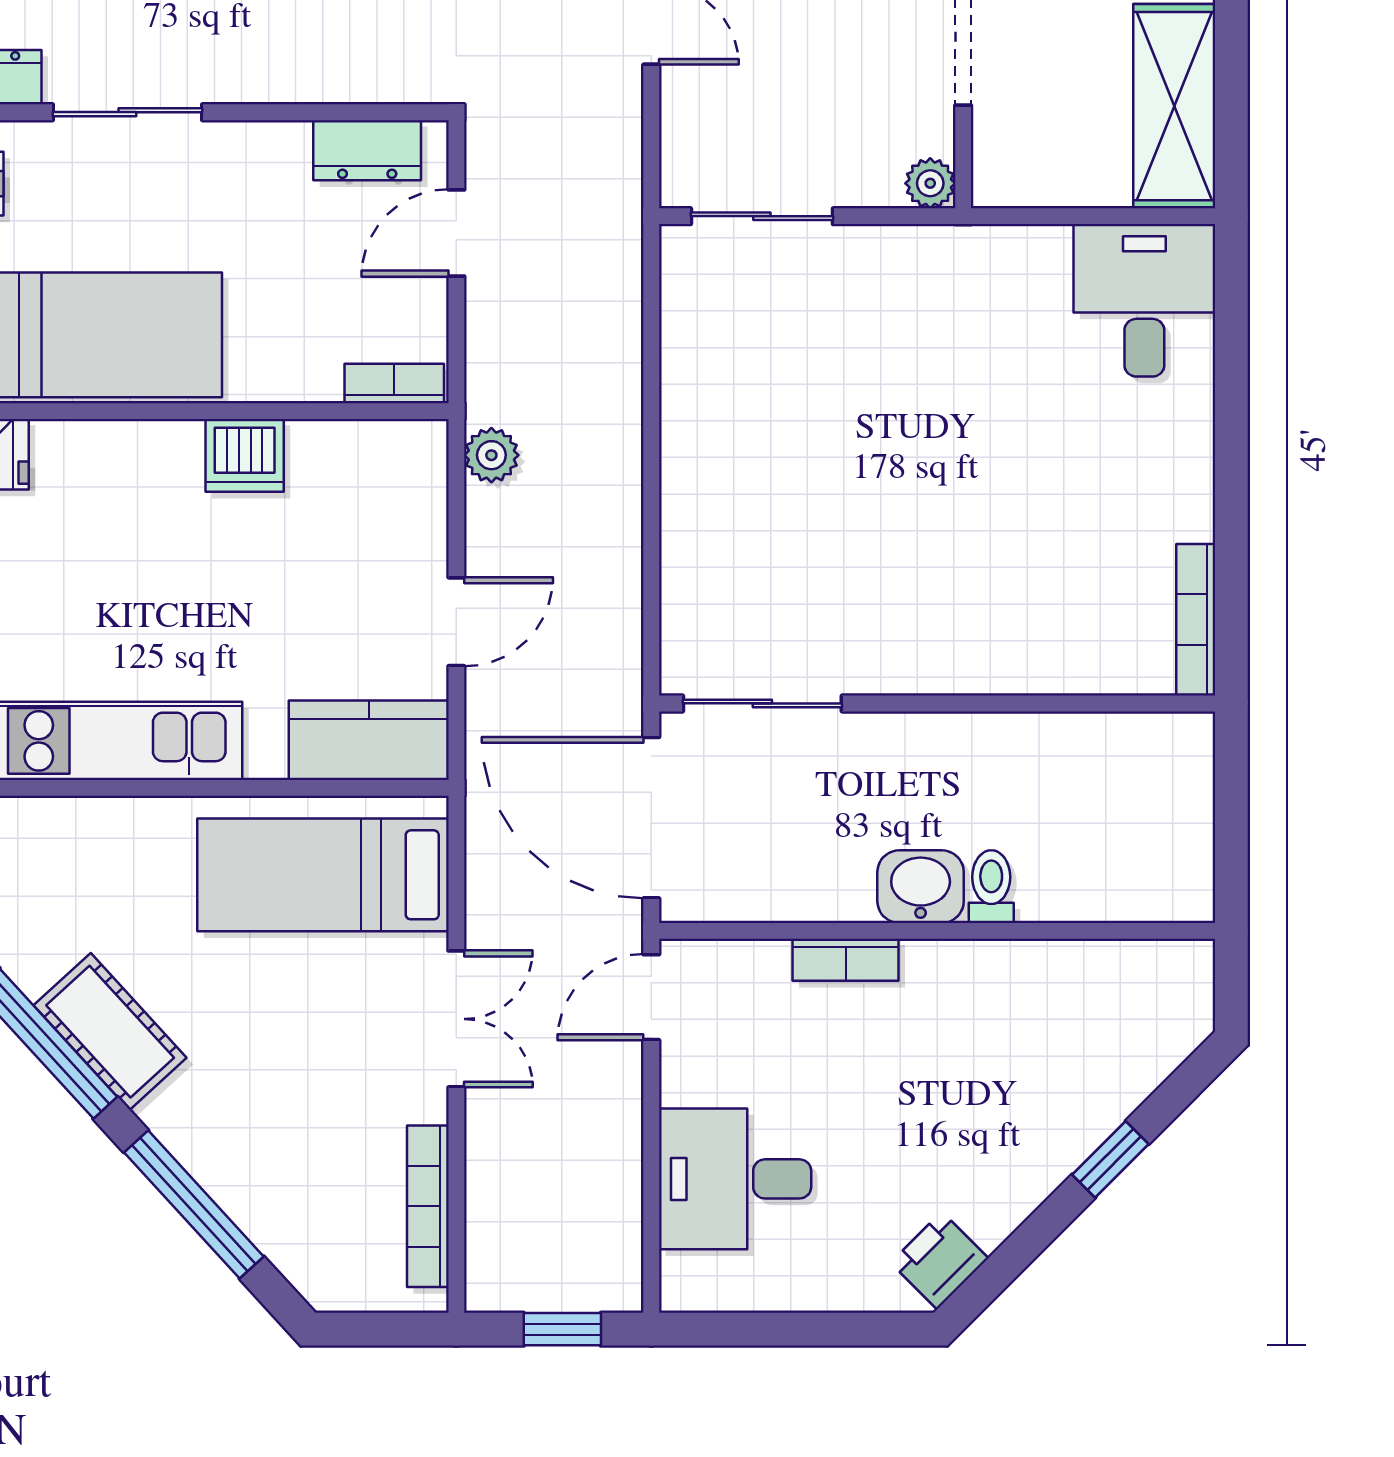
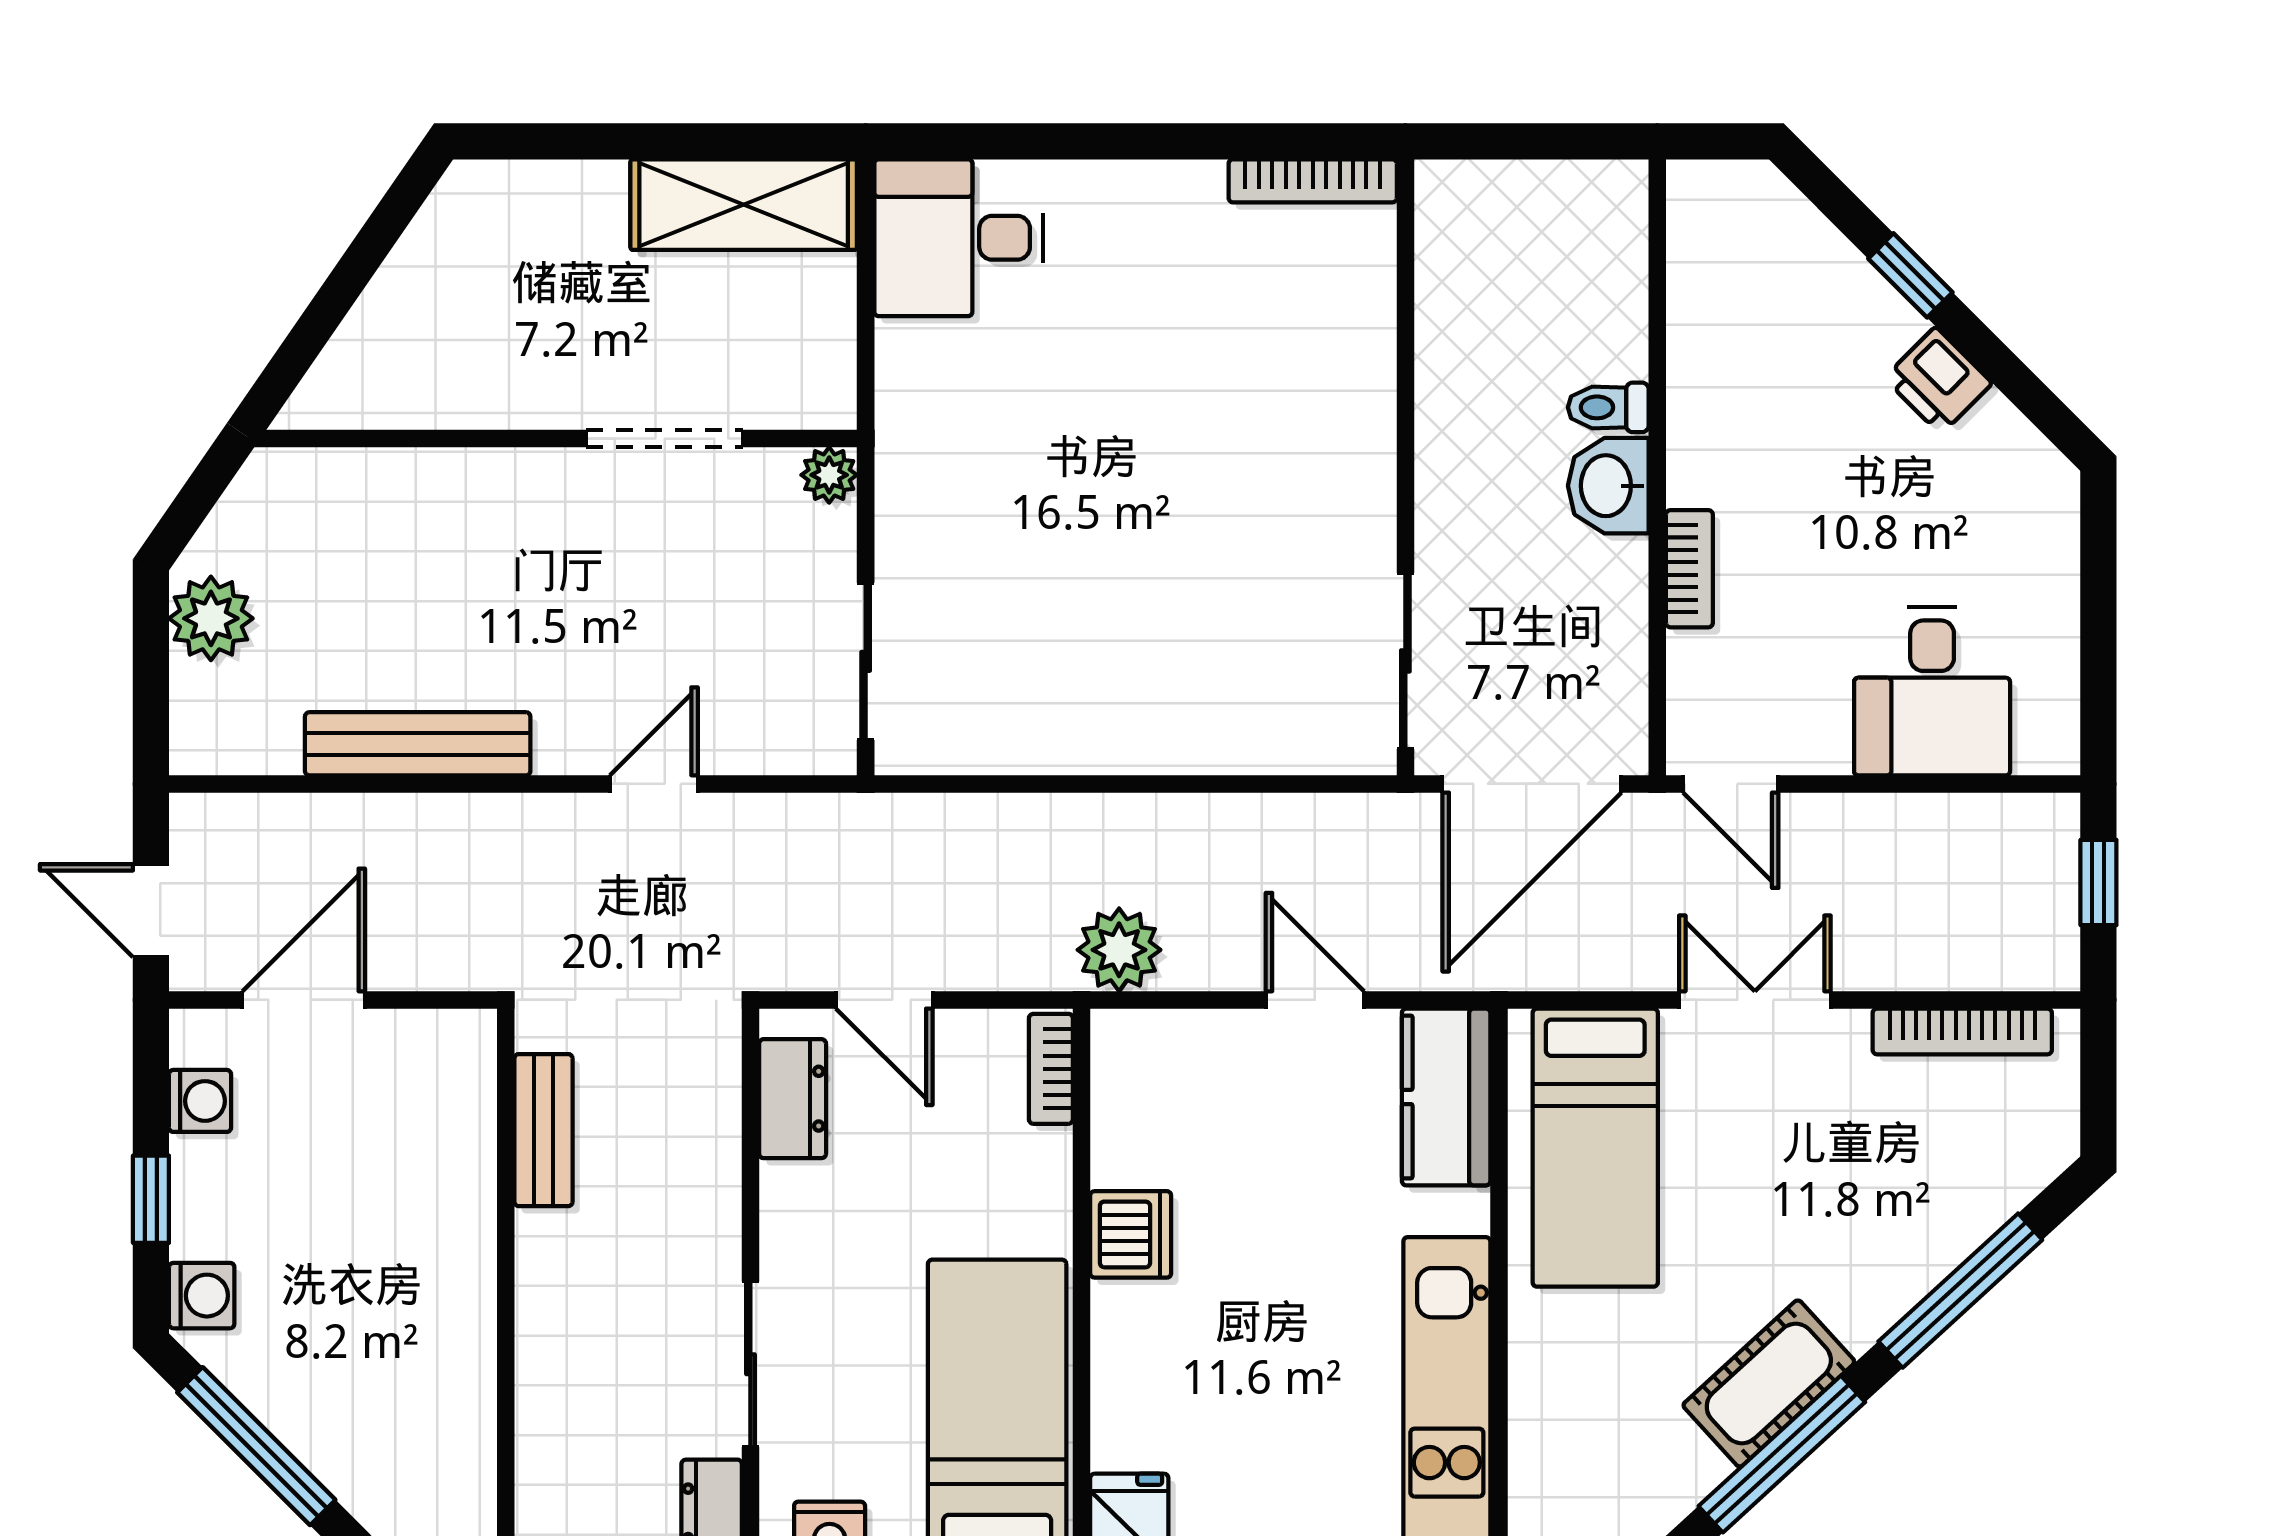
plant: (491, 455) -> (1119, 950), width x1.38, depth x1.38
printer: (939, 1260) -> (1938, 381), moved

